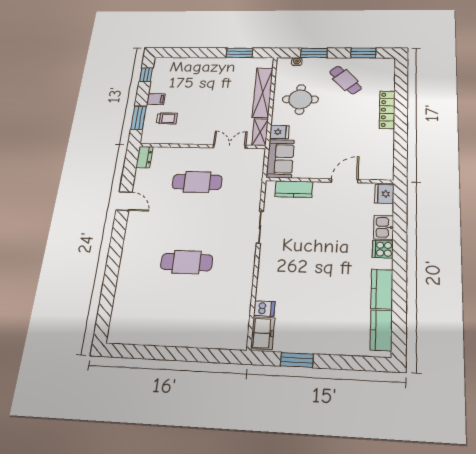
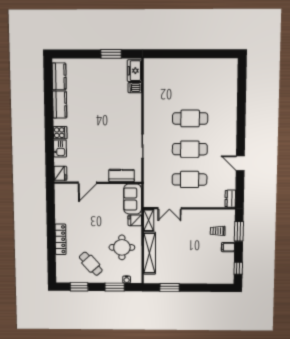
cafe table: (192, 221) -> (190, 149), added

